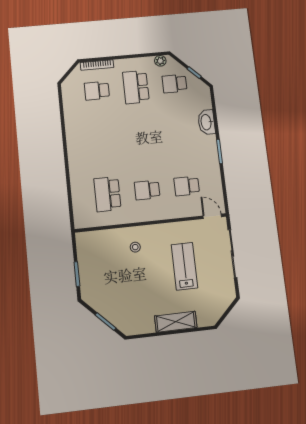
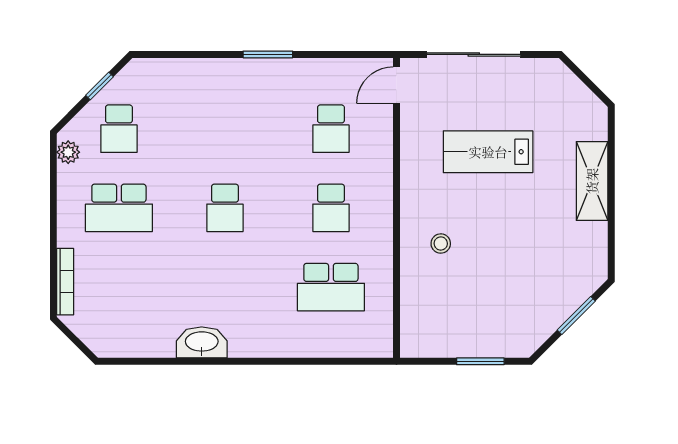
school desk: (97, 91) -> (225, 208), moved
washbasin: (206, 122) -> (202, 342), moved, turned 180

